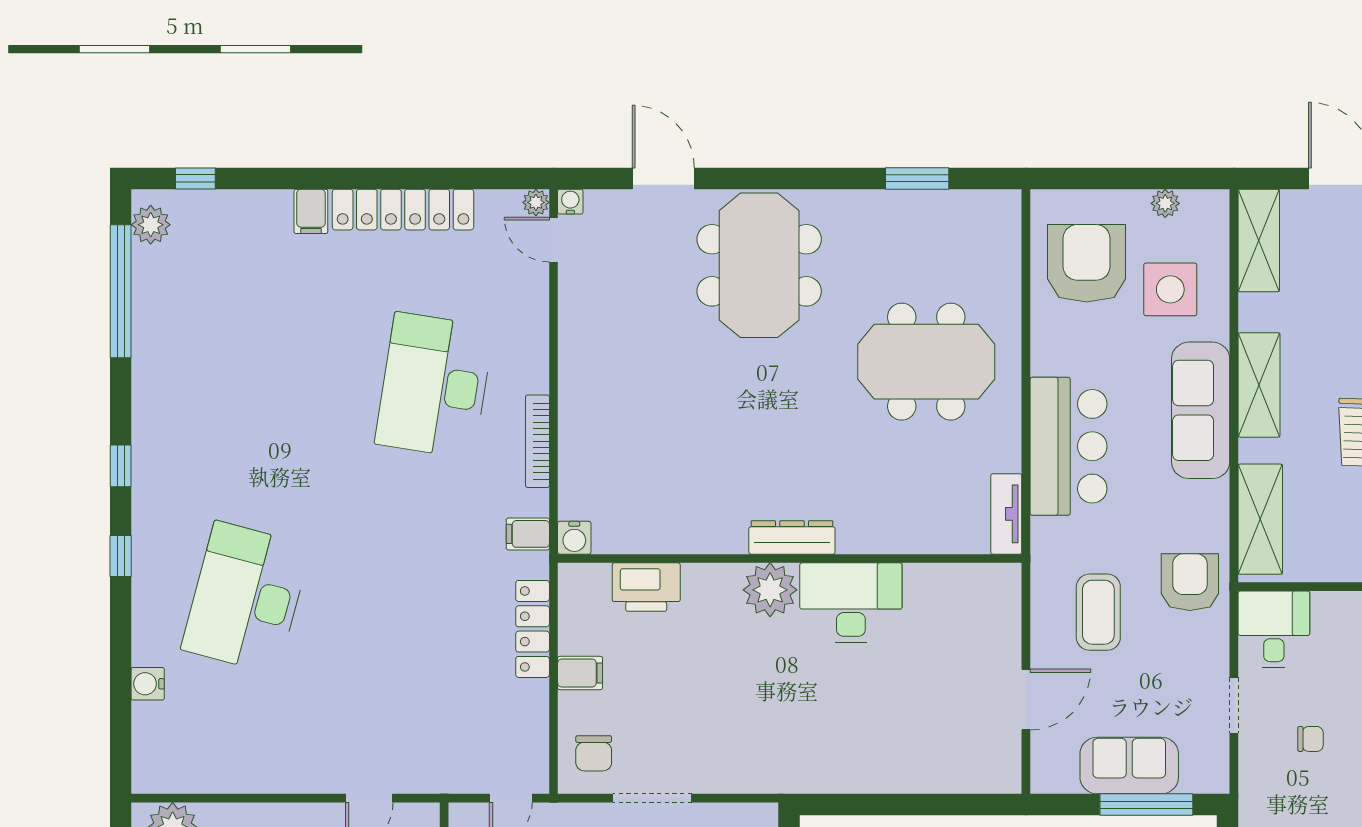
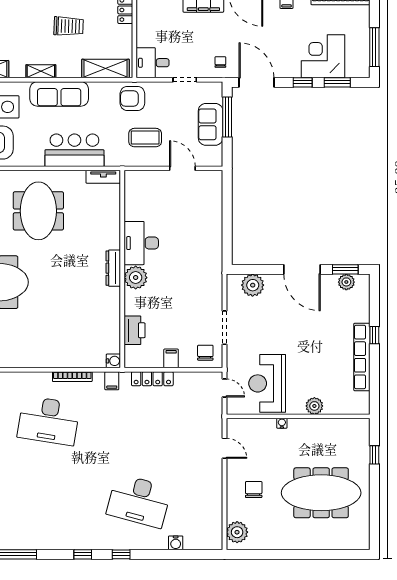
shelving: (1259, 385) -> (41, 71), width x0.67, depth x0.75
chair: (1310, 739) -> (220, 62), moved
chair: (594, 753) -> (205, 353), turned -90

